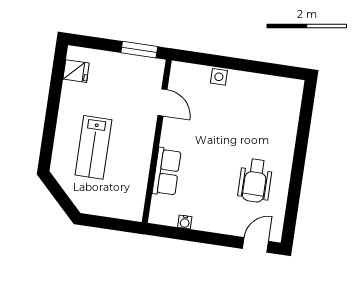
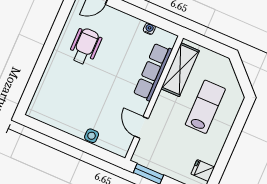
row of seats: (167, 172) -> (153, 72), width x1.48
shelving: (135, 183) -> (180, 70), added

